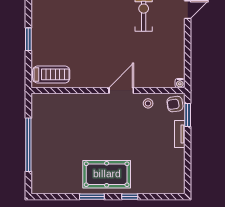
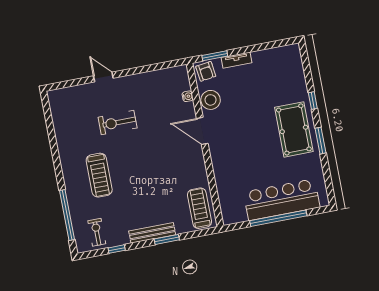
bench: (37, 27) -> (152, 233), added
water cooler: (180, 83) -> (188, 96), moved
stool: (148, 103) -> (211, 100), width x1.89, depth x1.89
bar counter: (45, 151) -> (282, 200), added

